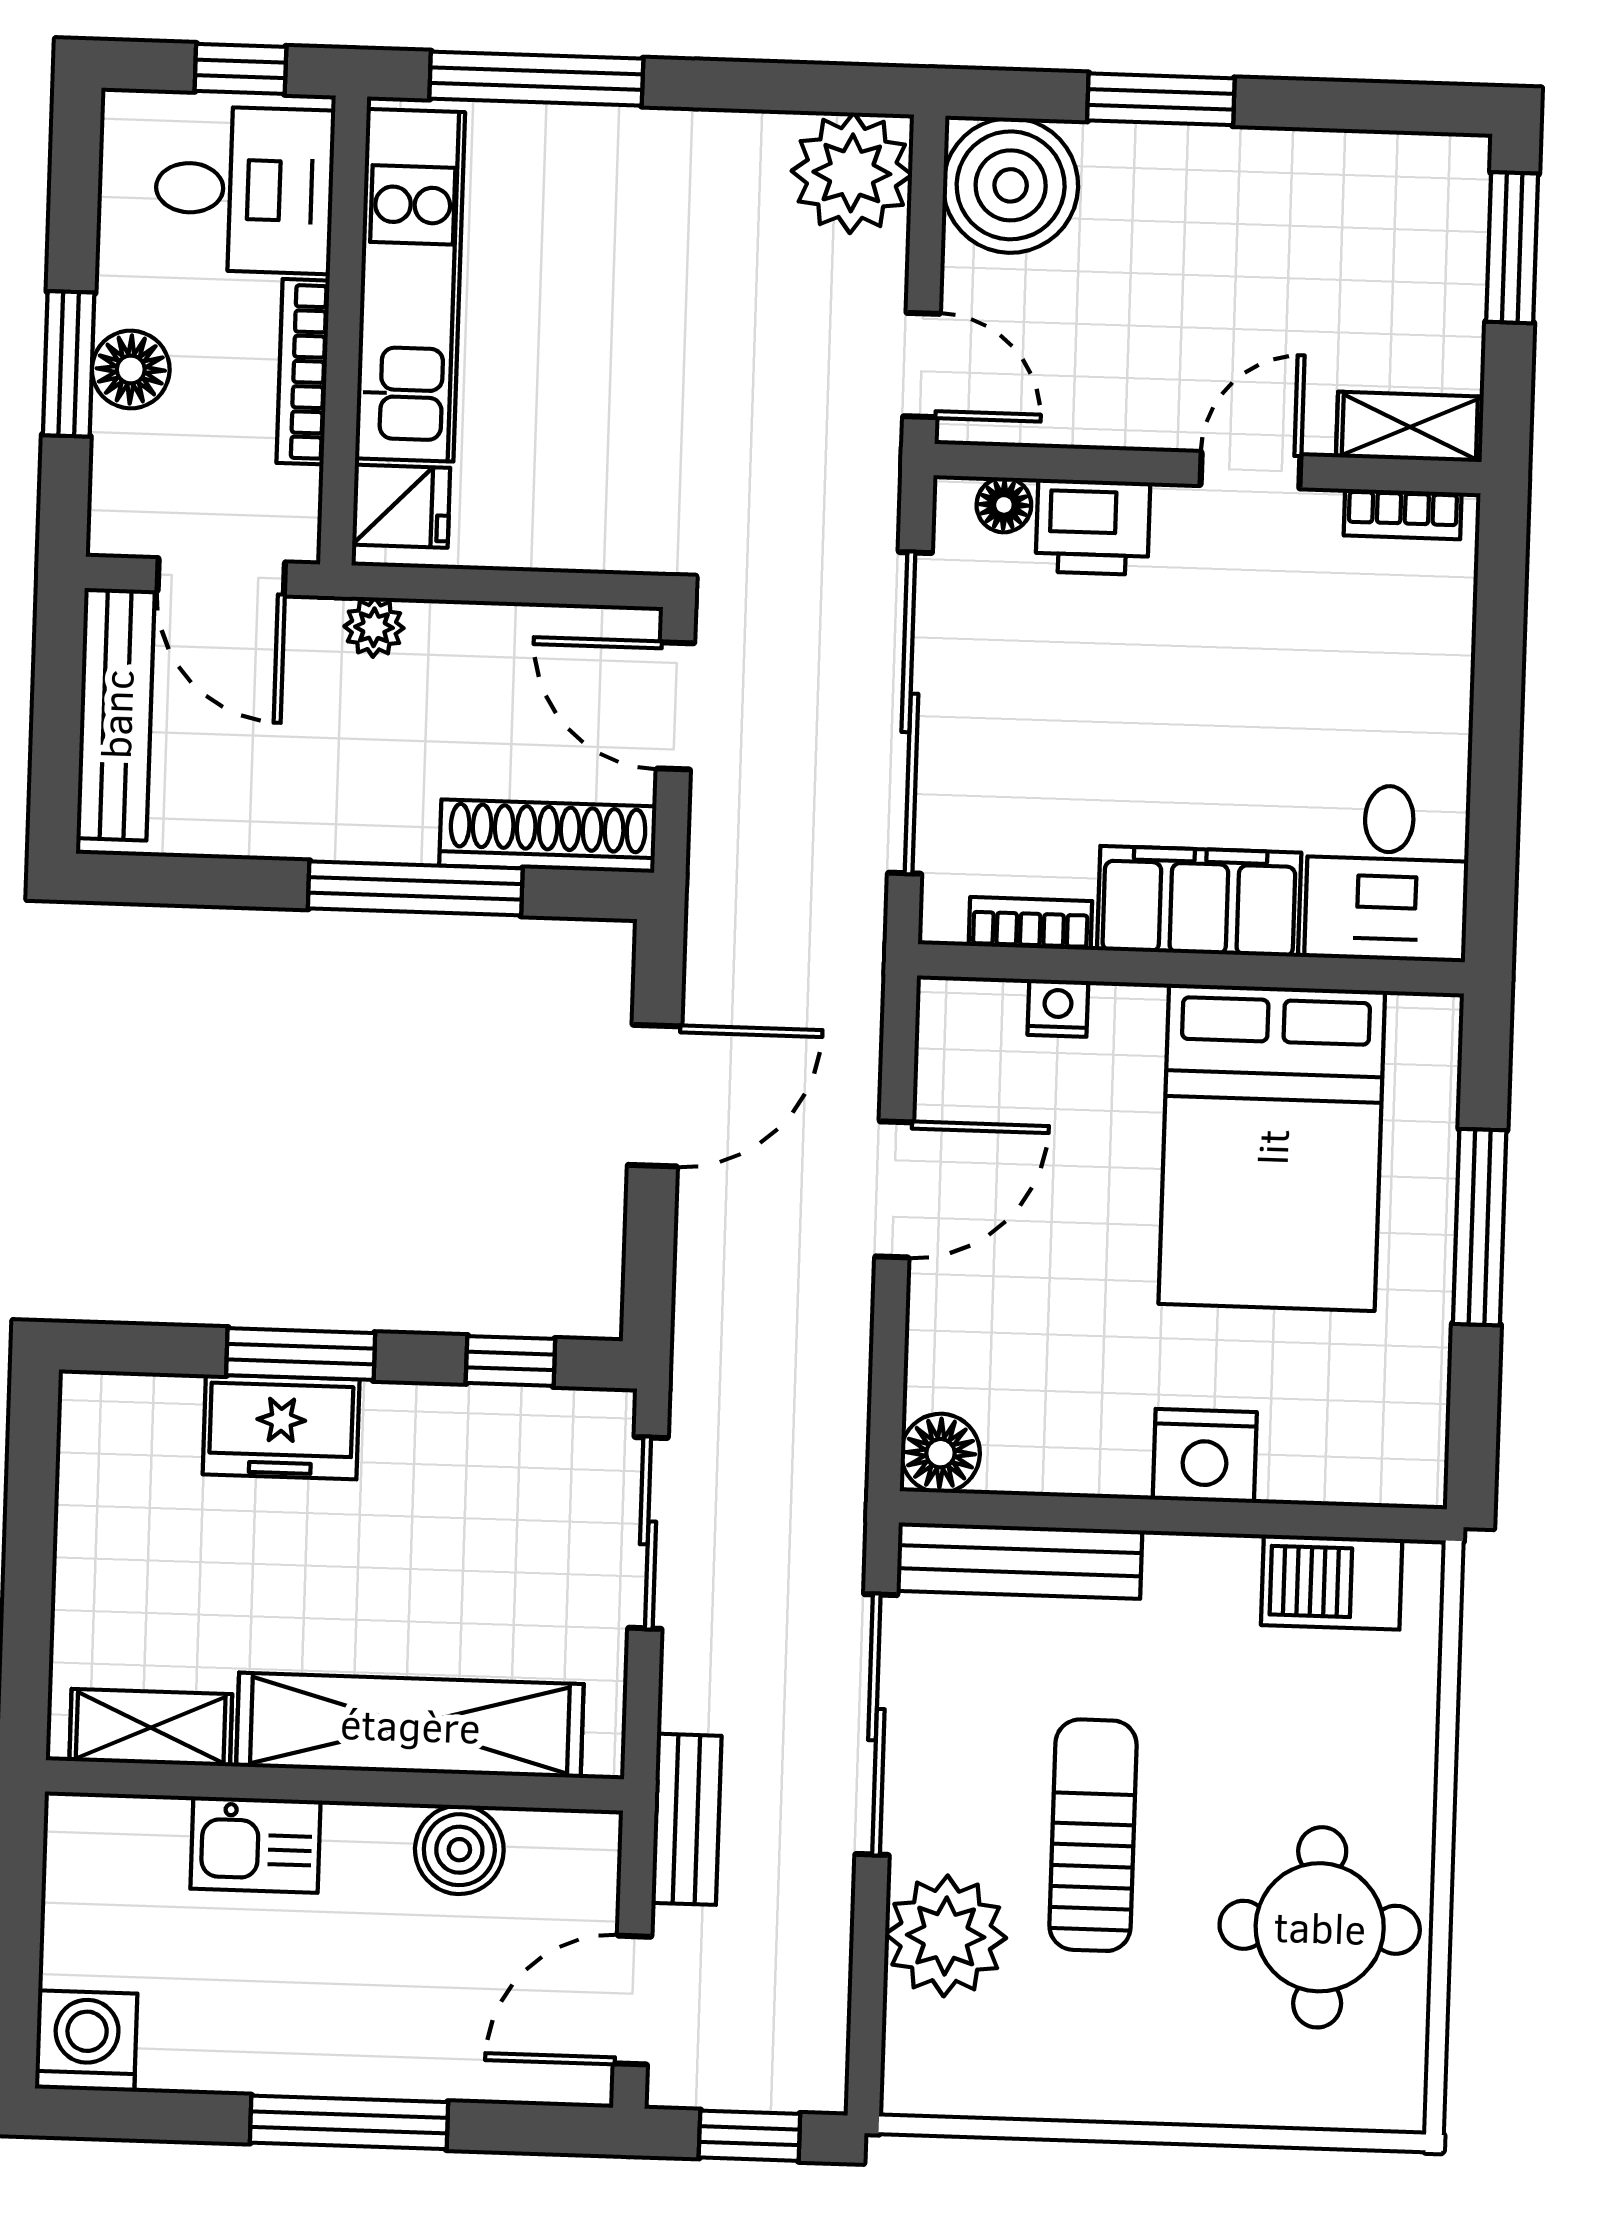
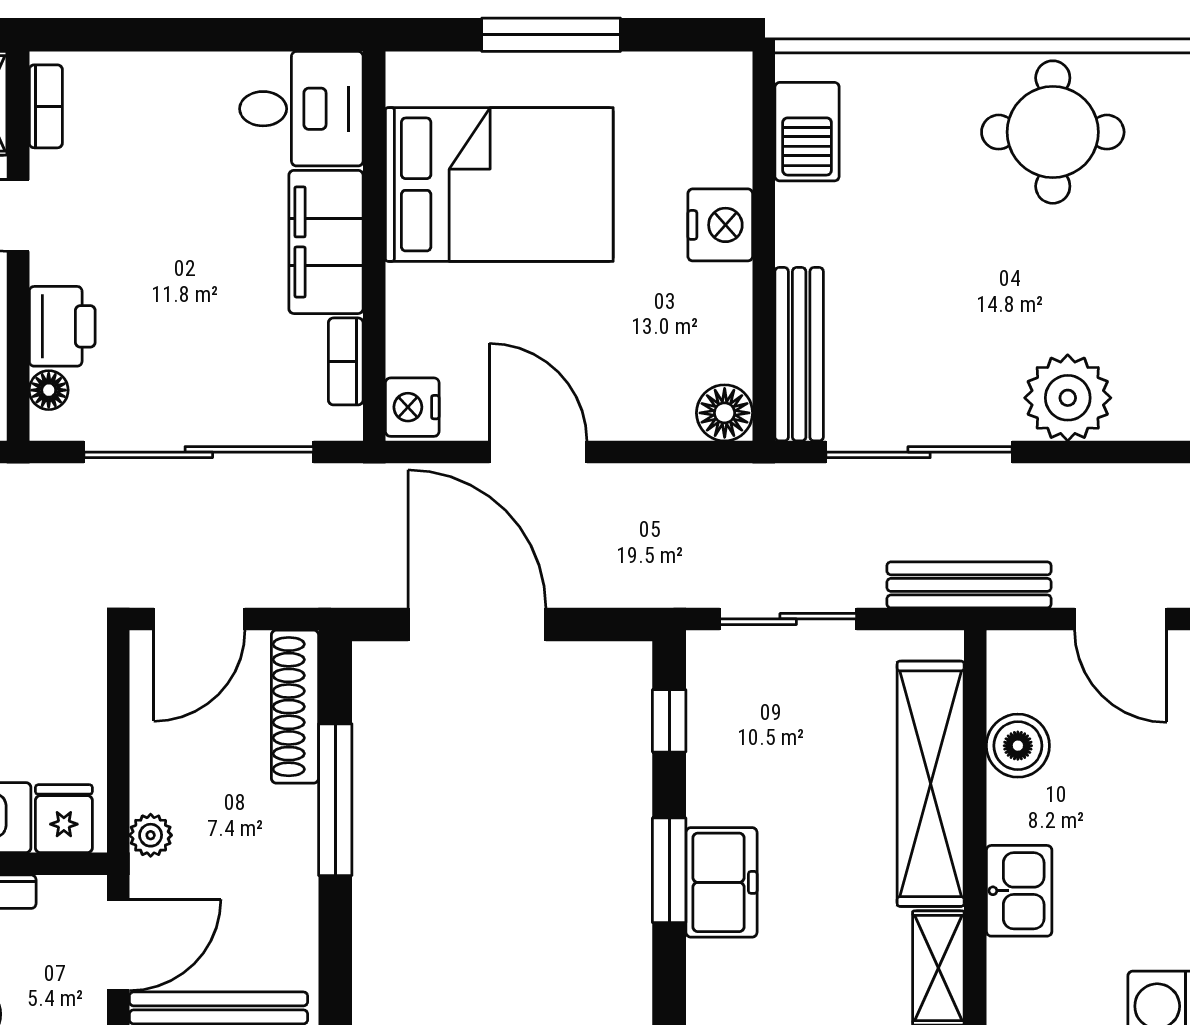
nightstand: (1058, 1008) -> (412, 407), moved, width x1.39, depth x1.35
door: (655, 1096) -> (477, 625), width x1.36
bench: (686, 1819) -> (969, 585), width x1.36
sun lounger: (1093, 1835) -> (993, 295), removed

